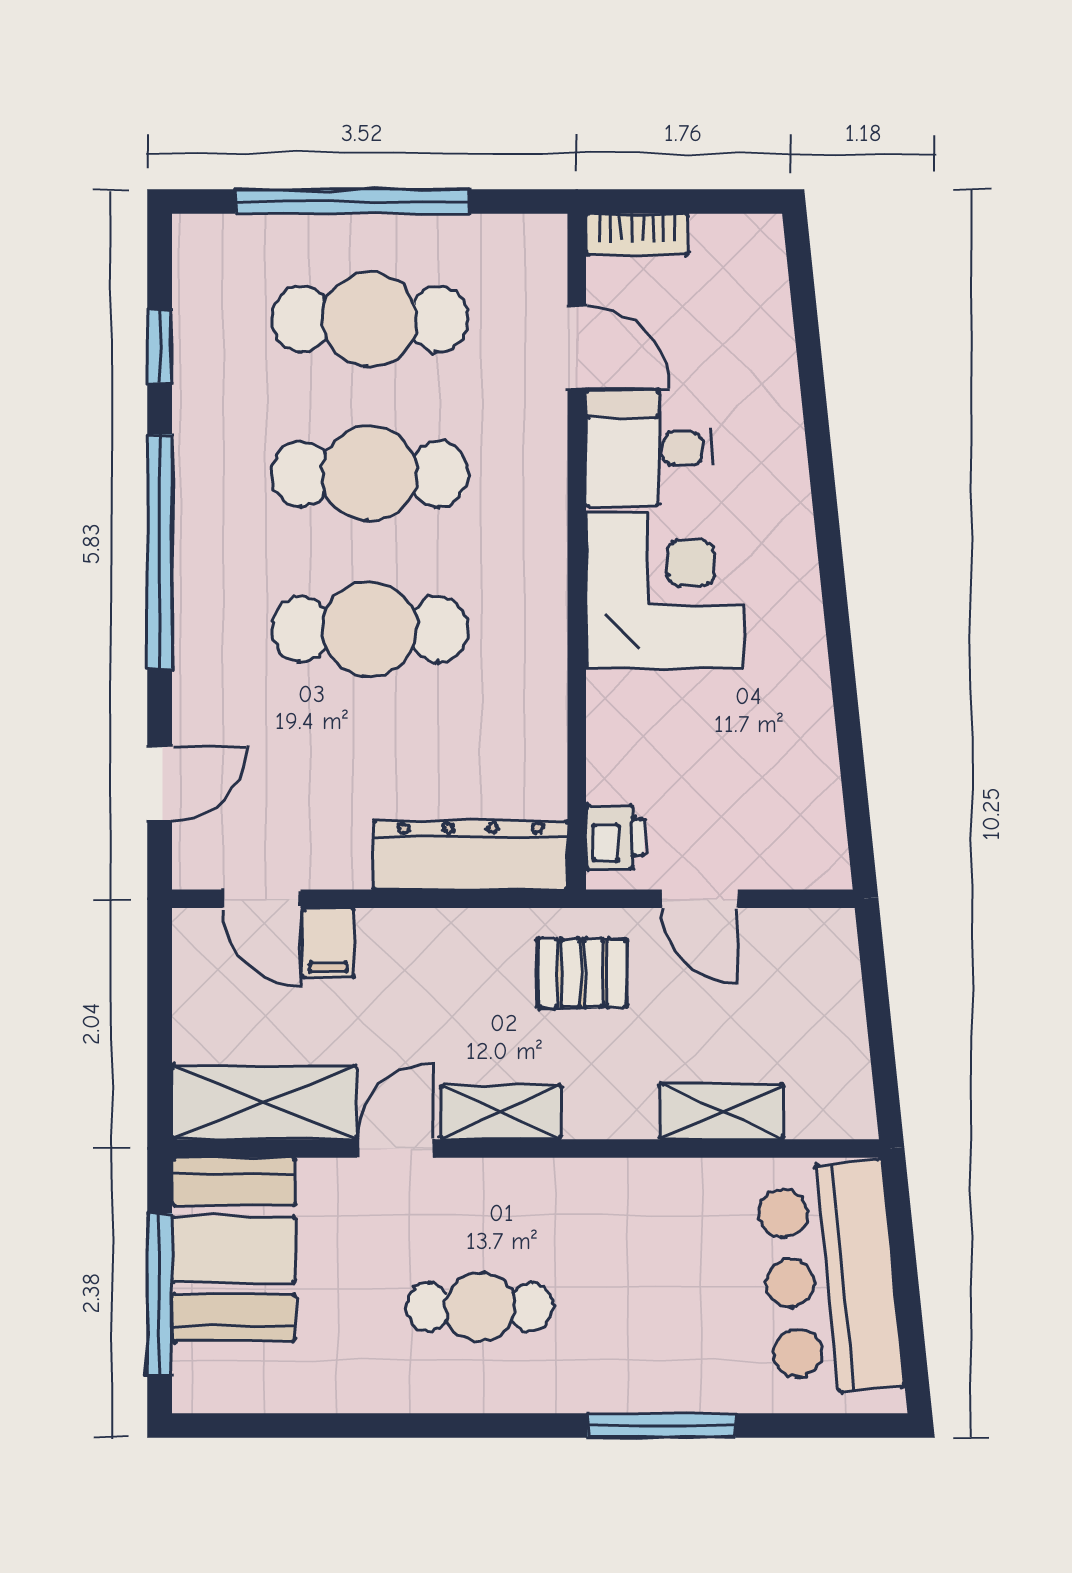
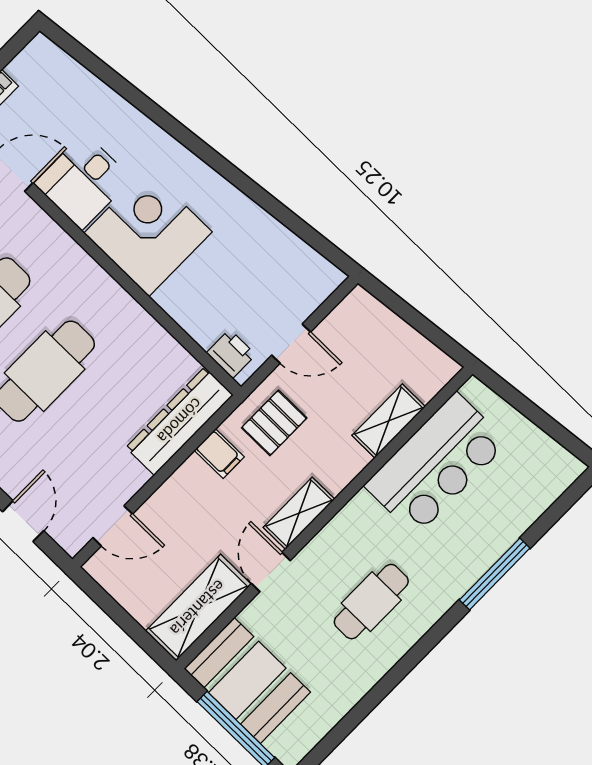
filing cabinet: (328, 943) -> (219, 454), moved
bar counter: (830, 1279) -> (436, 464), moved, turned -84

